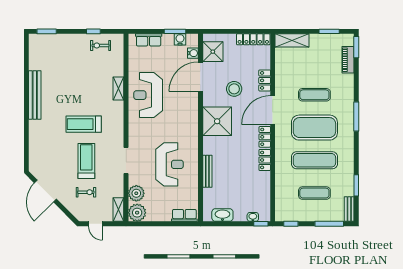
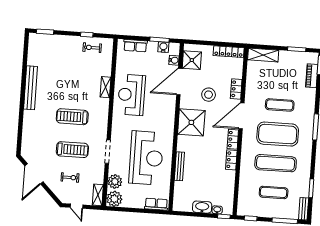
treadmill: (86, 161) -> (72, 150), turned 90
reception desk: (169, 164) -> (146, 158), width x1.36, depth x1.30
washbasin: (222, 215) -> (202, 207), moved

